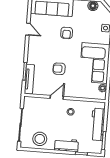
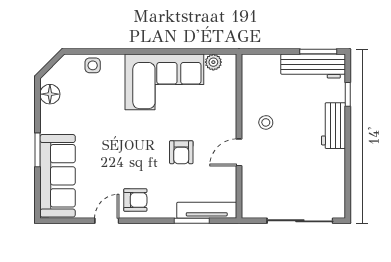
armchair: (67, 33) -> (135, 200), moved
door: (57, 97) -> (239, 152), hinge flipped
workbench: (98, 124) -> (313, 66), moved
stool: (40, 139) -> (325, 180), removed

